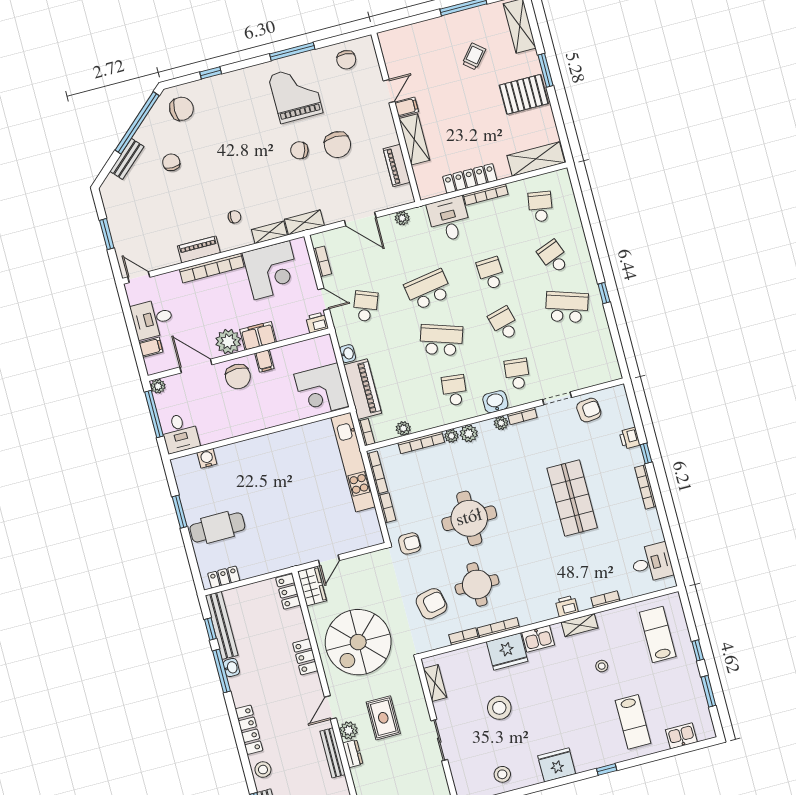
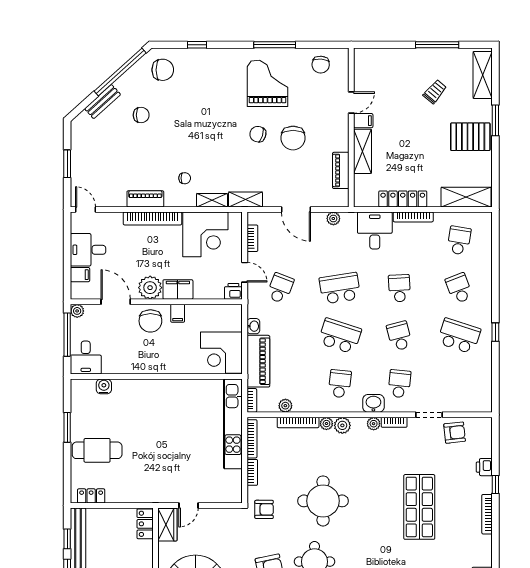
chair: (171, 162) -> (141, 115), turned 90

